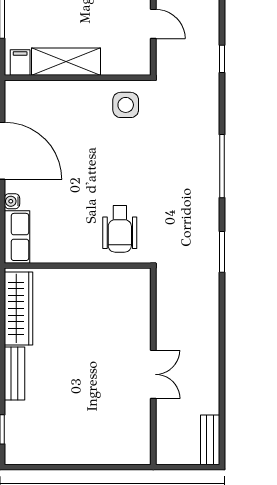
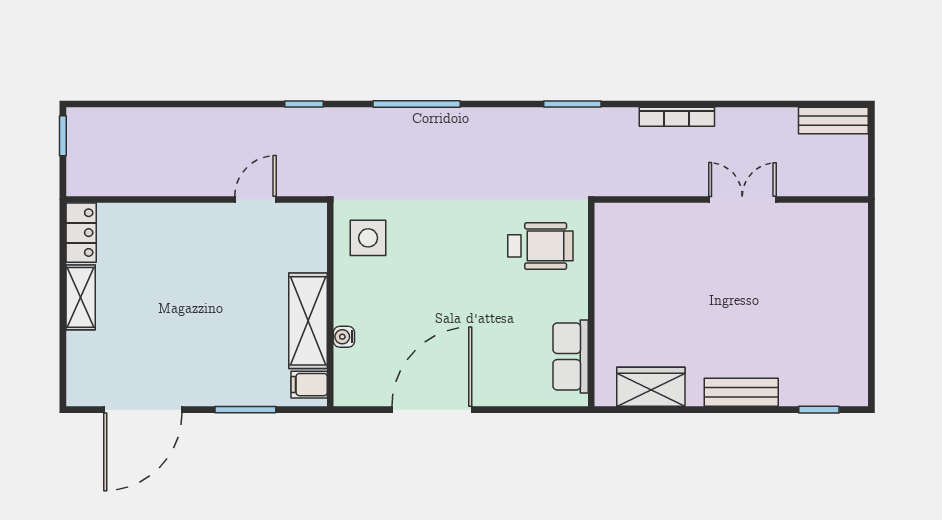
window: (222, 166) -> (417, 104), moved
water cooler: (12, 201) -> (344, 337), moved, turned 90
row of seats: (17, 237) -> (571, 357), moved, turned -90
wardrobe: (19, 308) -> (651, 387), width x0.67
bookcase: (213, 327) -> (677, 117), added

